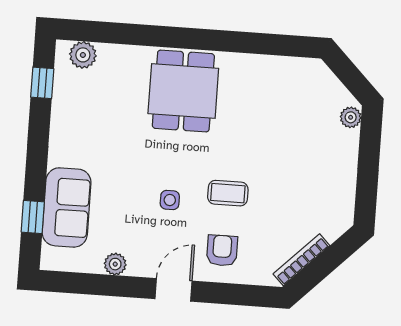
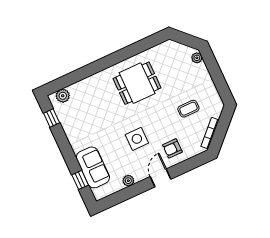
dining table: (183, 91) -> (137, 83), moved, turned 90
coffee table: (228, 193) -> (188, 109), moved
side table: (170, 200) -> (137, 139), width x1.87, depth x1.87
armchair: (222, 251) -> (172, 148), turned -90

